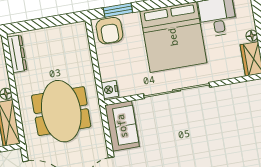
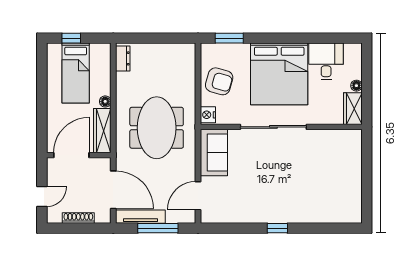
armchair: (109, 31) -> (219, 81), moved, turned -74
dresser: (17, 54) -> (123, 58), width x0.70

